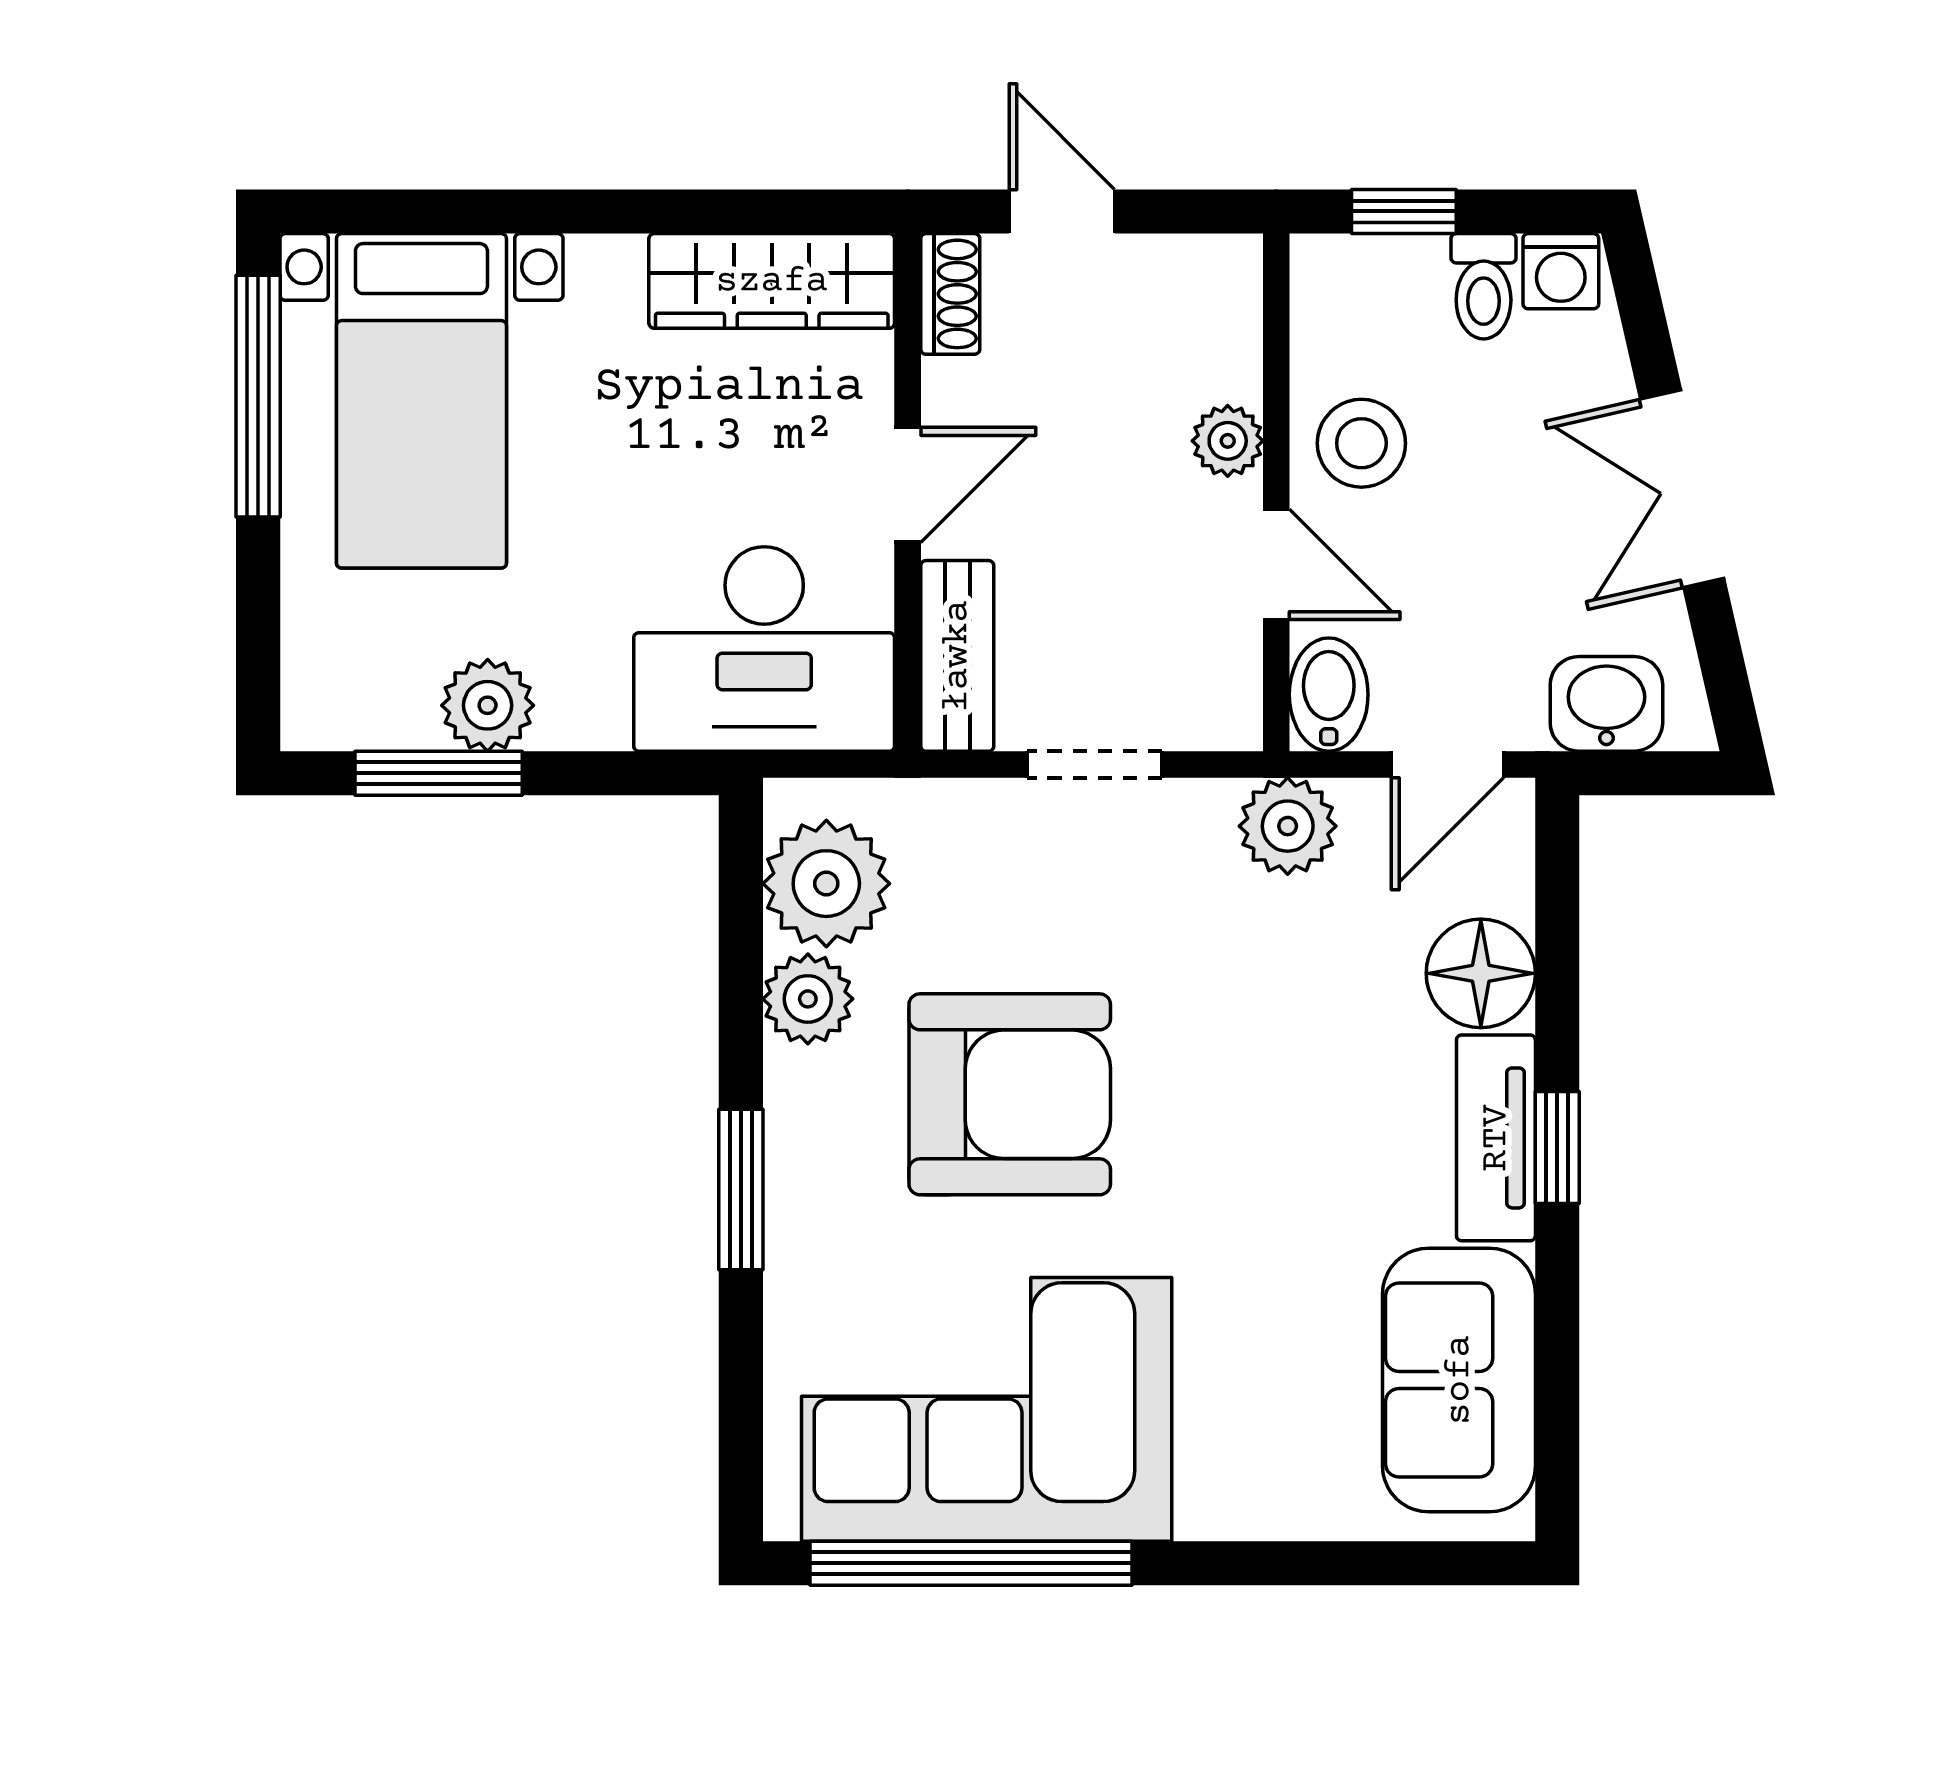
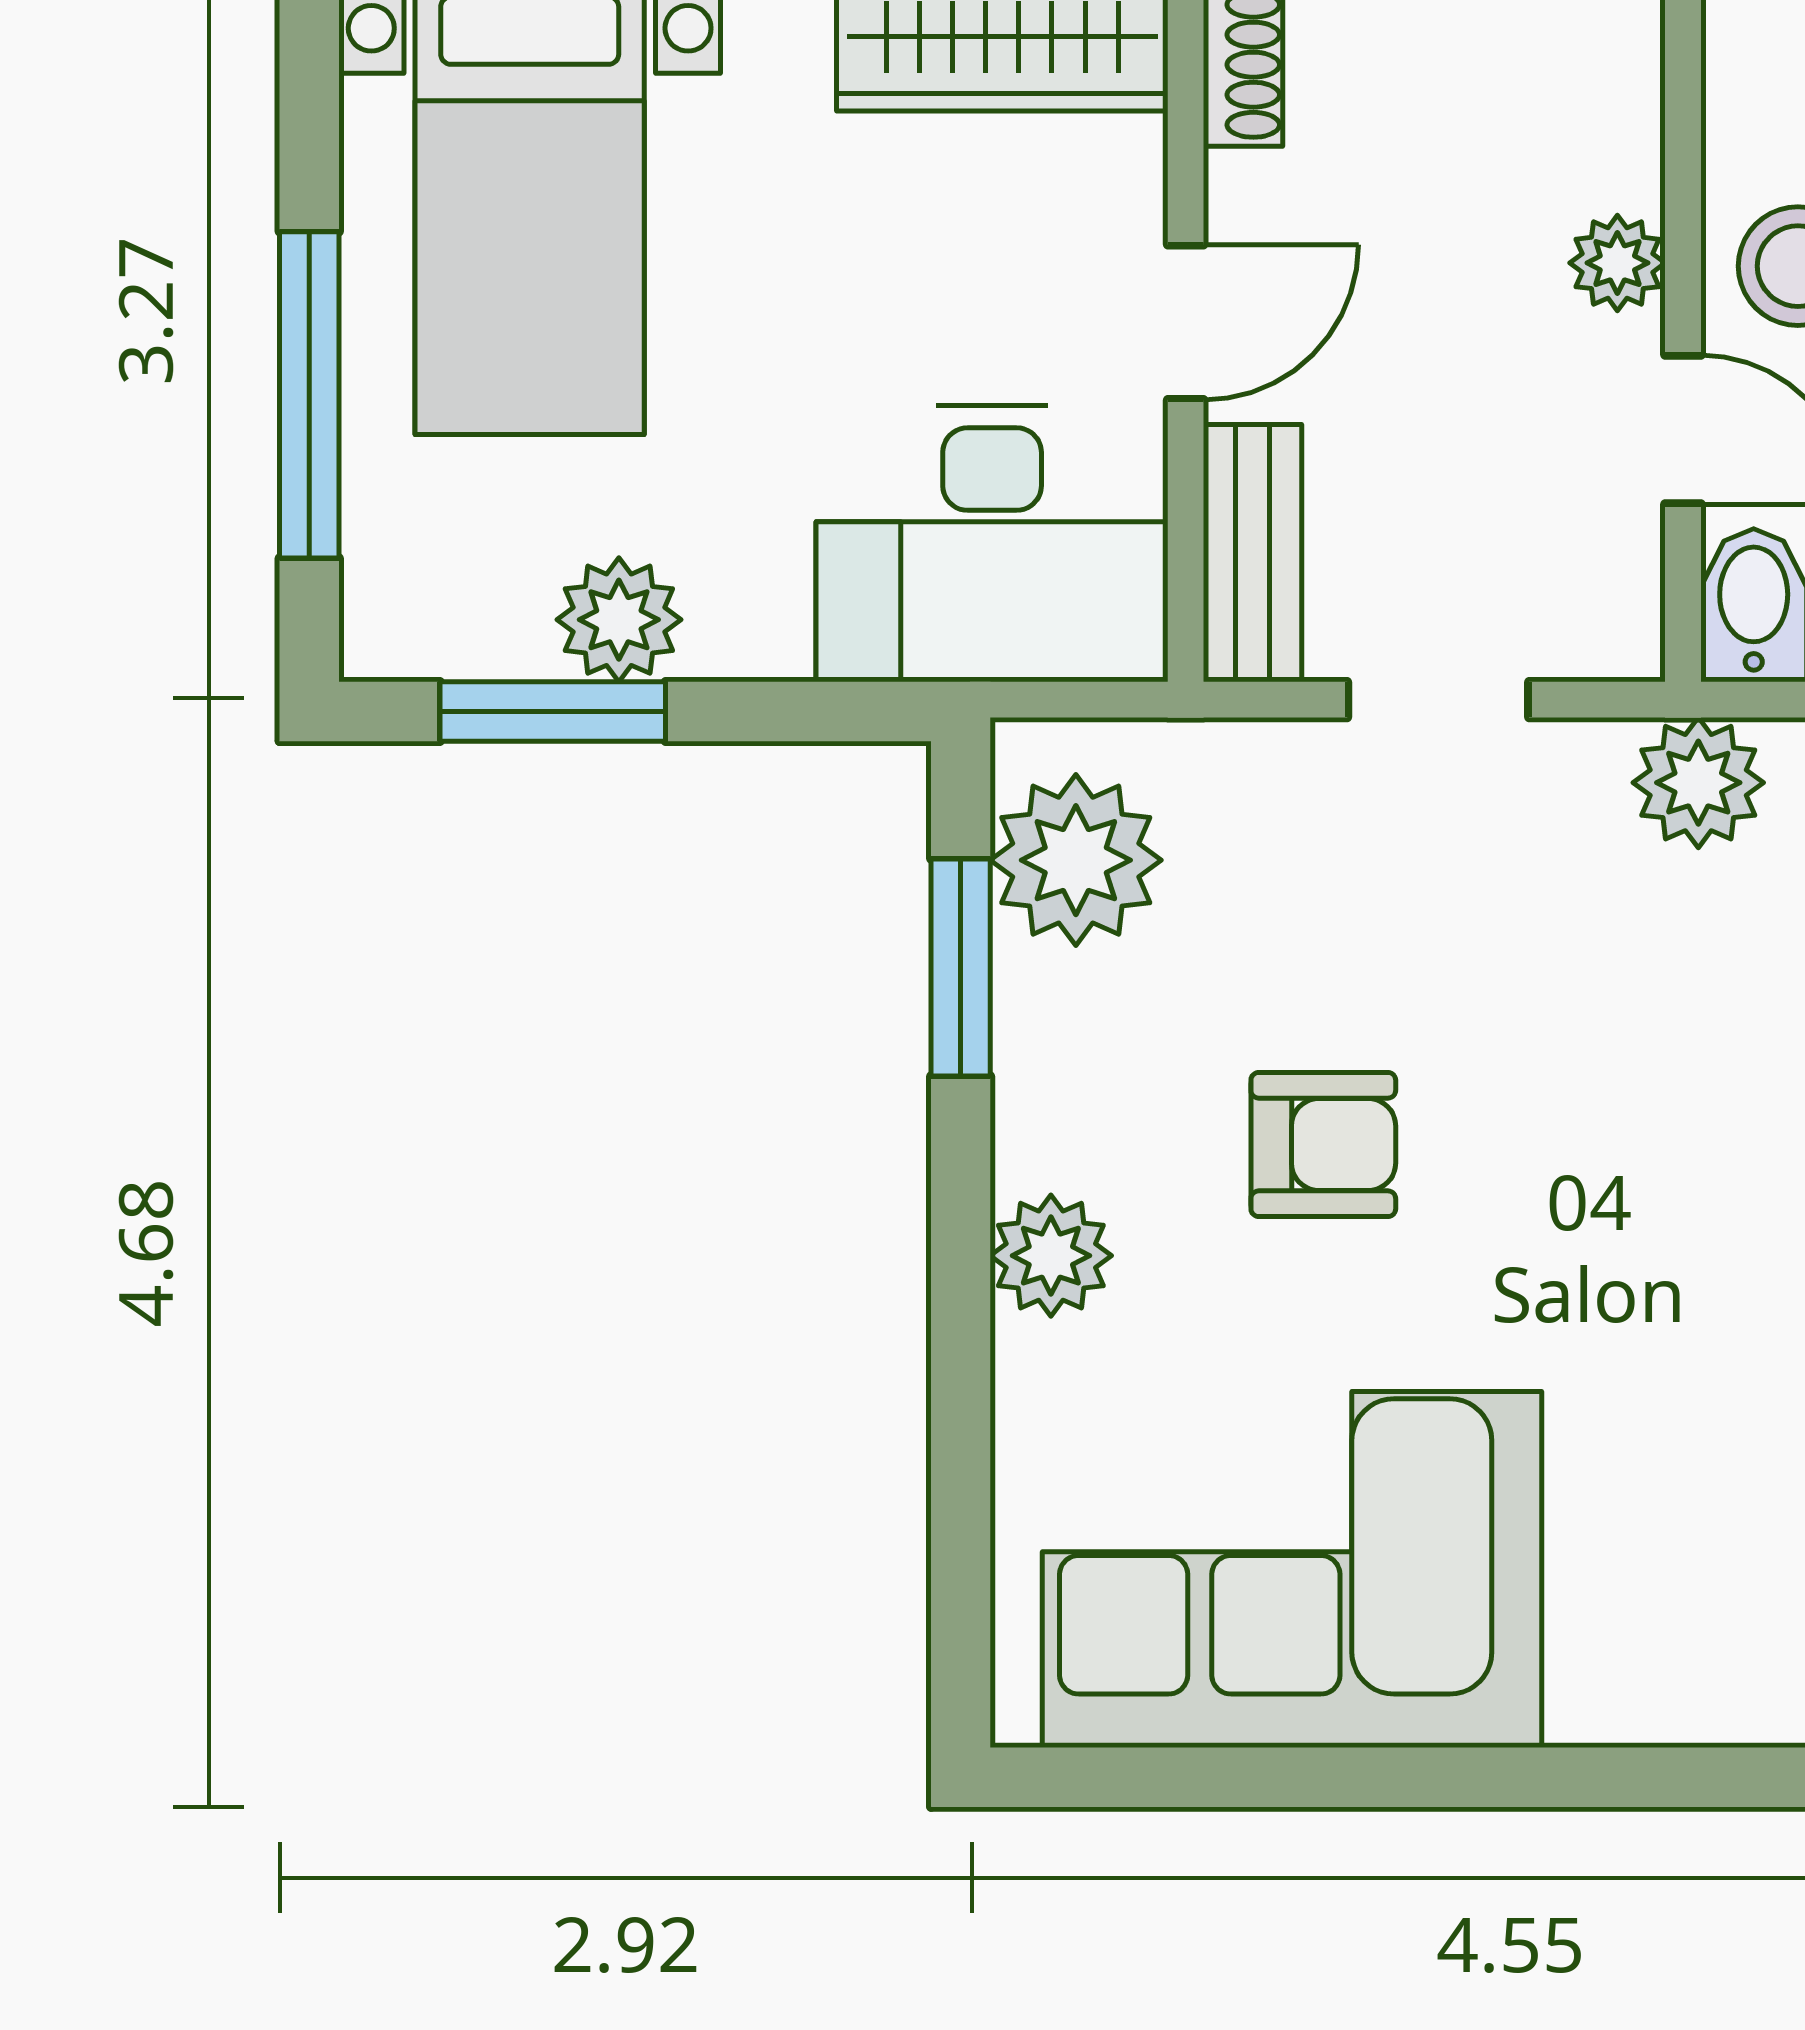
window: (258, 396) -> (309, 395), moved
plant: (808, 999) -> (1051, 1256), moved
armchair: (1010, 1094) -> (1323, 1144), width x0.53, depth x0.53
window: (741, 1190) -> (961, 968), moved
window: (971, 1563) -> (1271, 1777), removed

